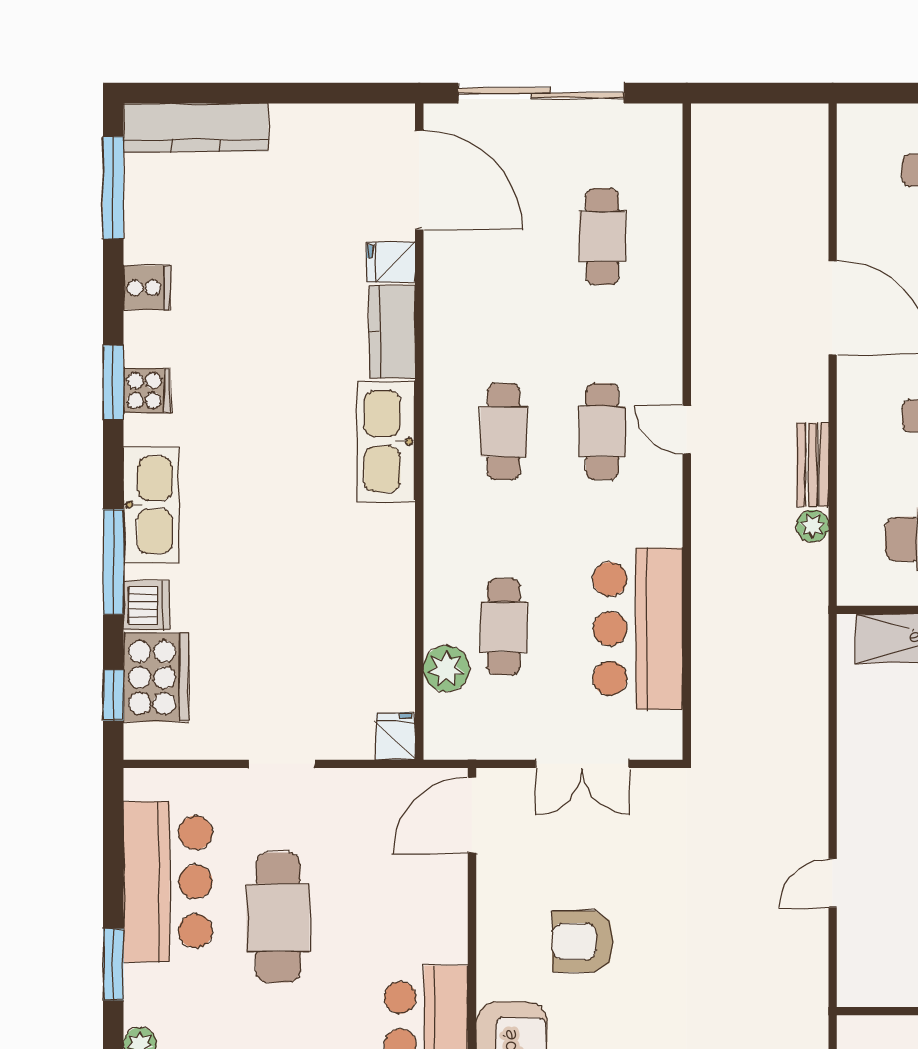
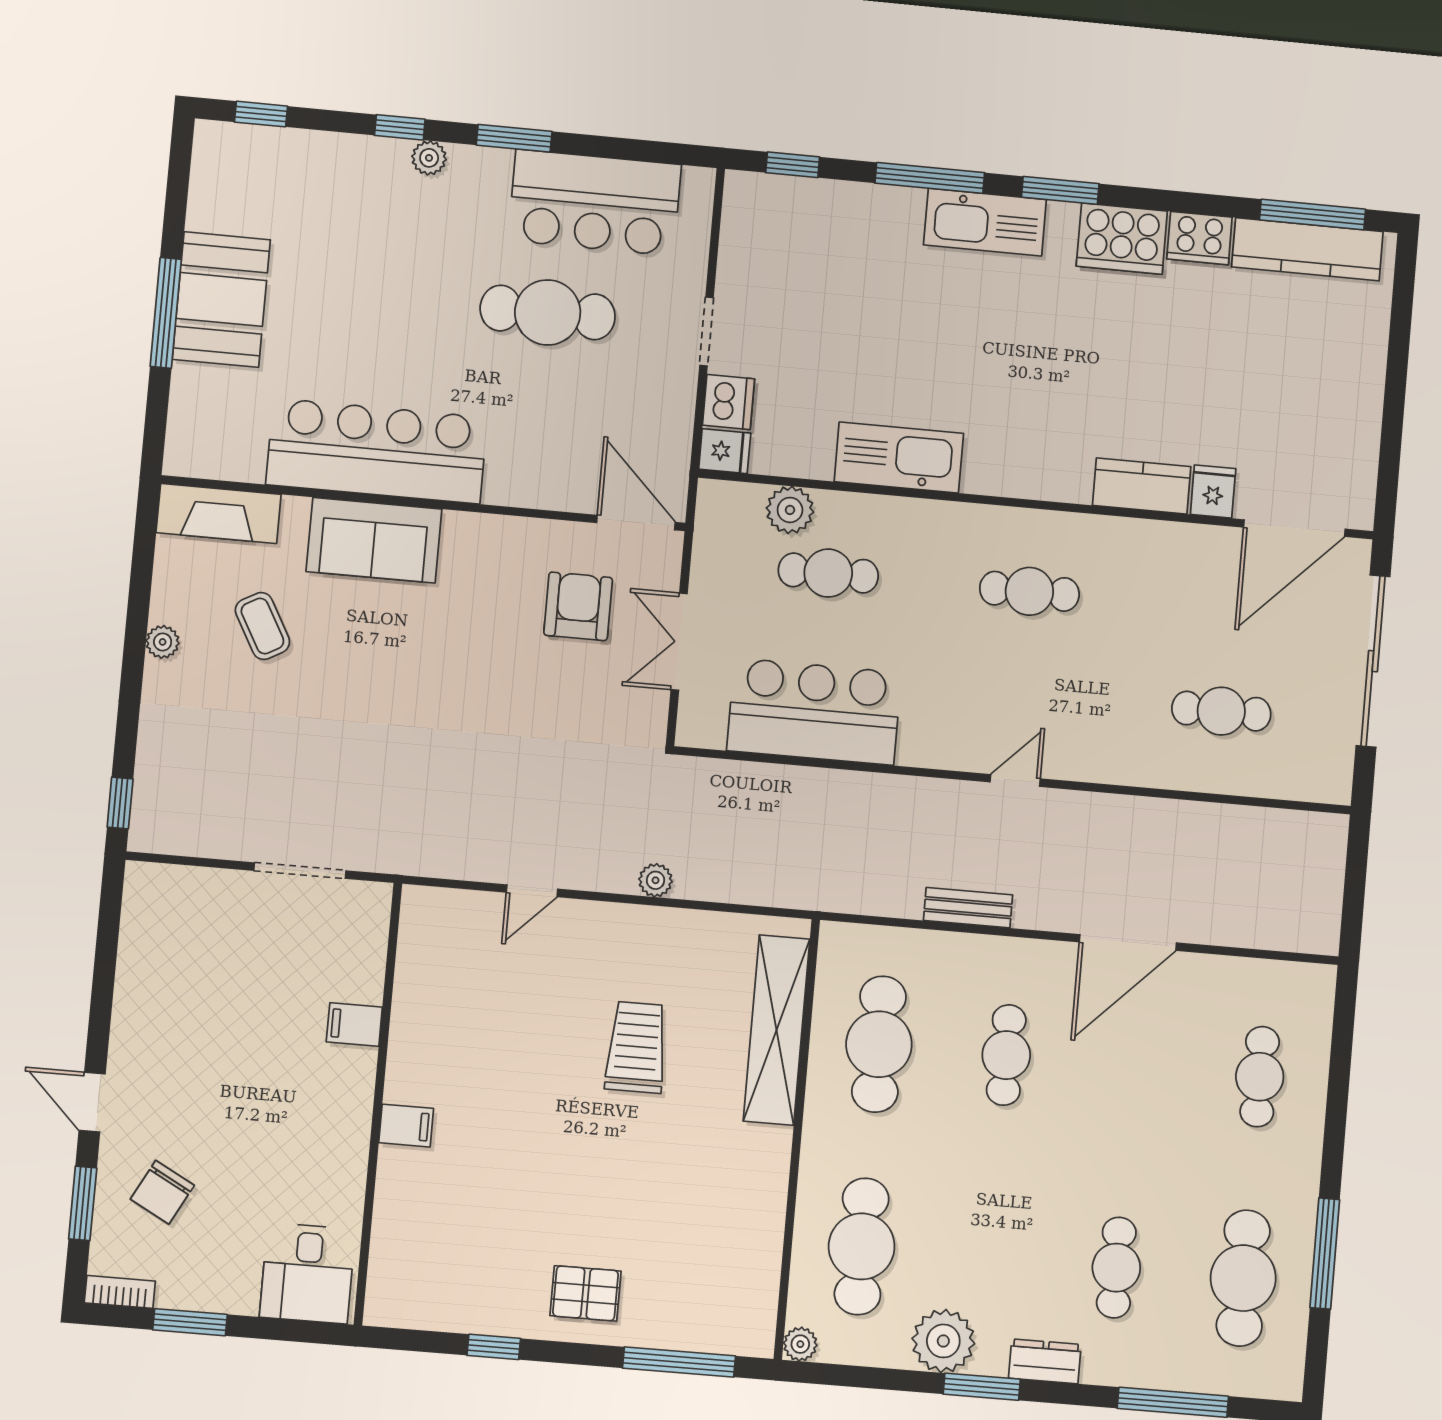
kitchen counter: (196, 127) -> (1307, 249), moved, turned -90
cooker: (147, 288) -> (1199, 238), width x1.36
window: (113, 383) -> (1060, 190), moved
cooker: (147, 391) -> (1122, 239), width x1.87, depth x1.31
cafe table: (602, 432) -> (1021, 693), removed
kitchen sink: (386, 441) -> (899, 458), moved
plant: (812, 526) -> (655, 880), moved
dishwasher: (146, 605) -> (729, 402), moved, turned -90
cooker: (156, 677) -> (807, 210), removed
door: (833, 883) -> (532, 891), swing flipped
armchair: (583, 941) -> (578, 606), moved

